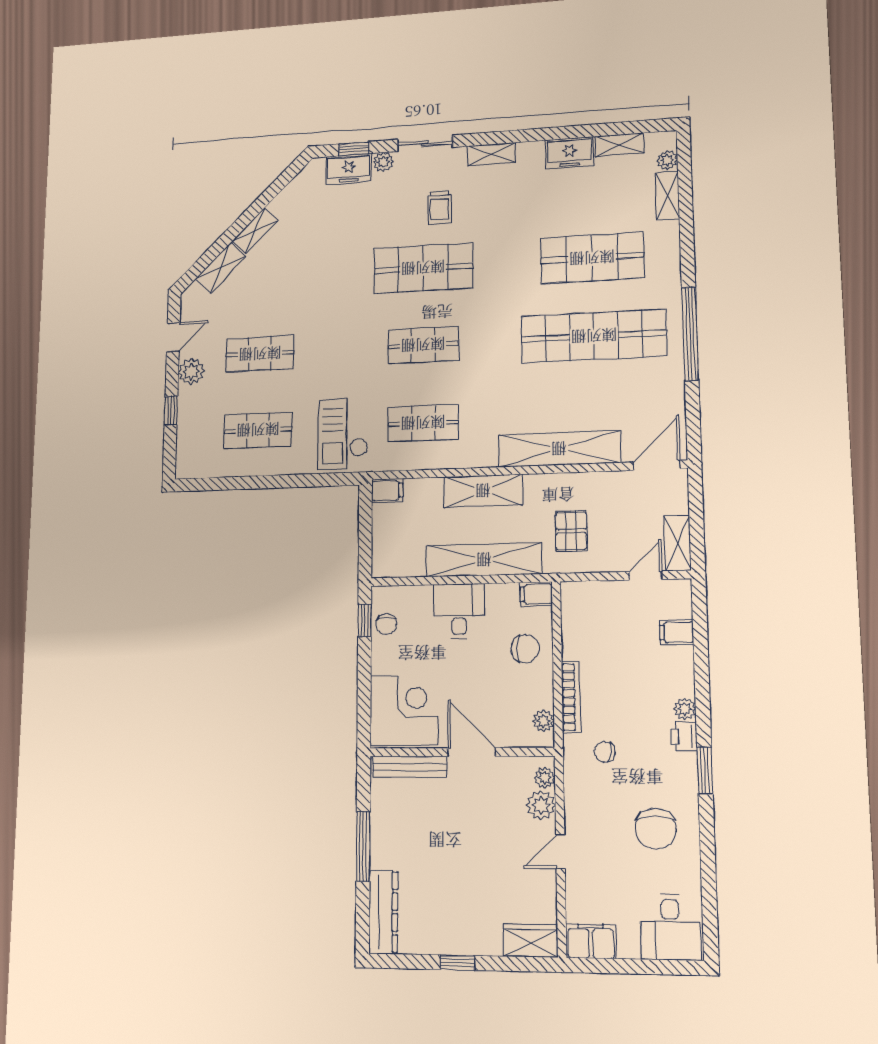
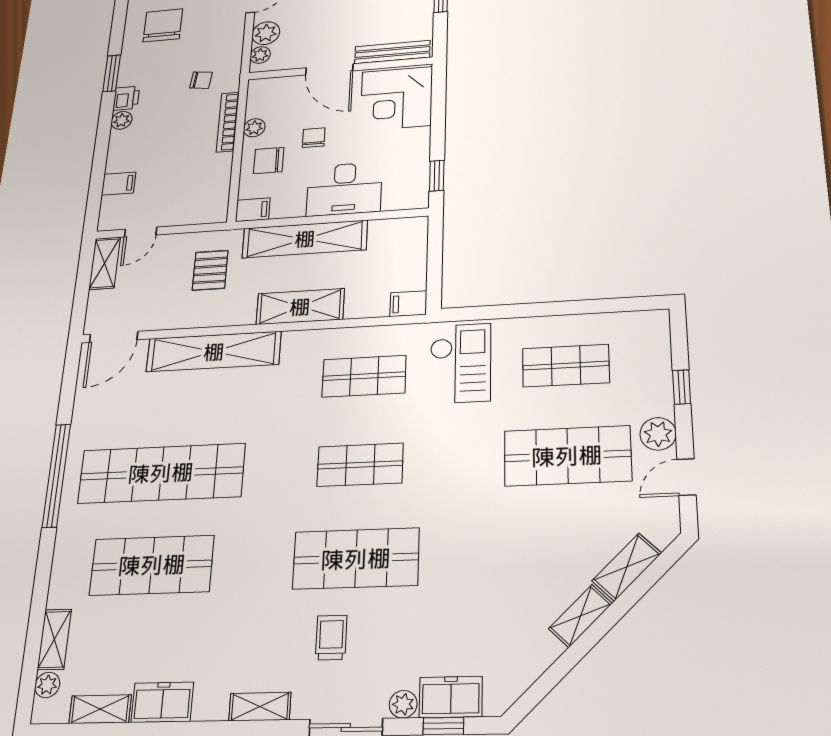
shop shelf: (260, 354) -> (567, 456), width x1.43, depth x1.36
desk: (459, 611) -> (344, 189), width x1.37
chair: (386, 624) -> (314, 138), moved
plant: (543, 721) -> (254, 128), moved

